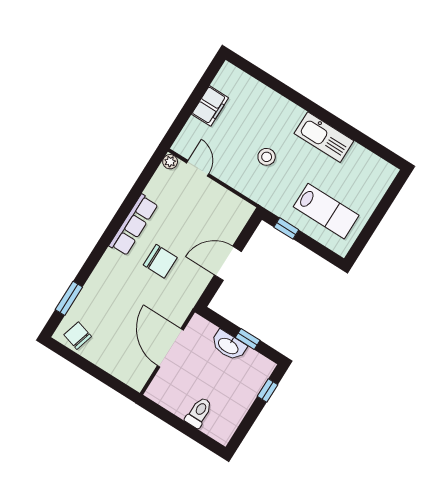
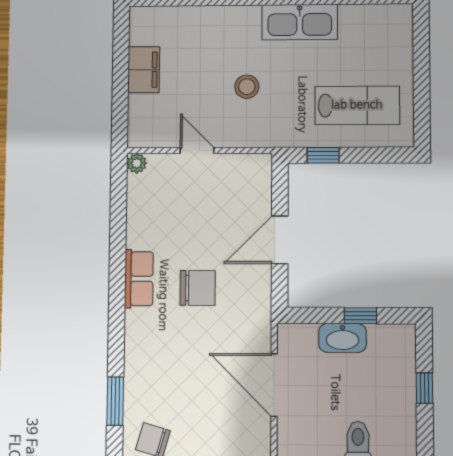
door: (198, 168) -> (197, 151), moved
row of seats: (133, 225) -> (139, 279), width x0.68
window: (268, 390) -> (424, 388), moved

